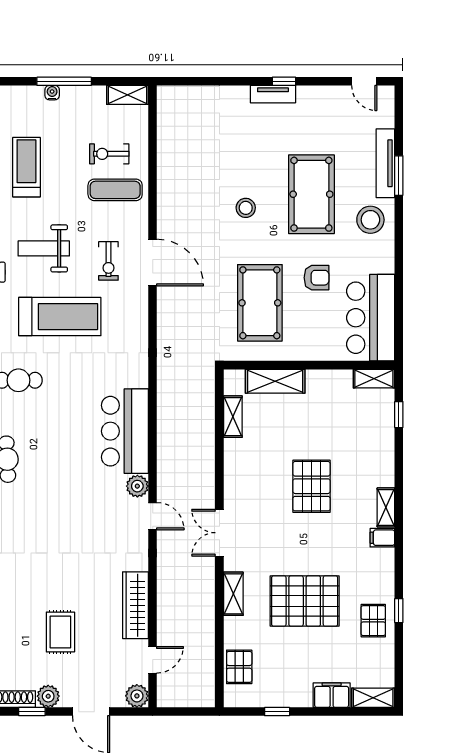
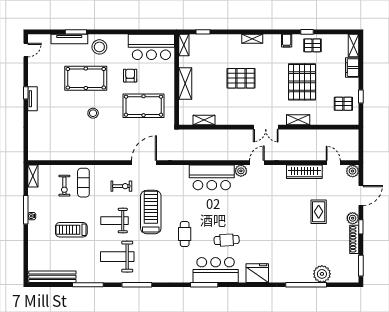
weight bench: (44, 248) -> (115, 221), turned 90
door: (153, 263) -> (144, 163), moved
shelving: (275, 381) -> (185, 83), moved
filing cabinet: (382, 538) -> (287, 41), moved
rug: (60, 632) -> (319, 212), turned 90
pallet: (239, 667) -> (343, 104), moved

